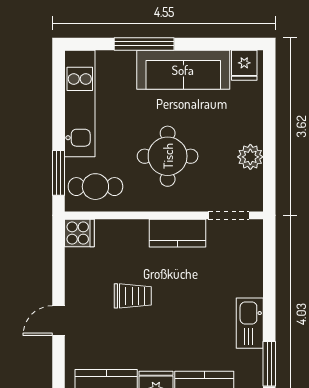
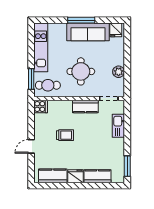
window: (144, 44) -> (81, 20), moved
kitchen sink: (250, 323) -> (118, 126), moved

